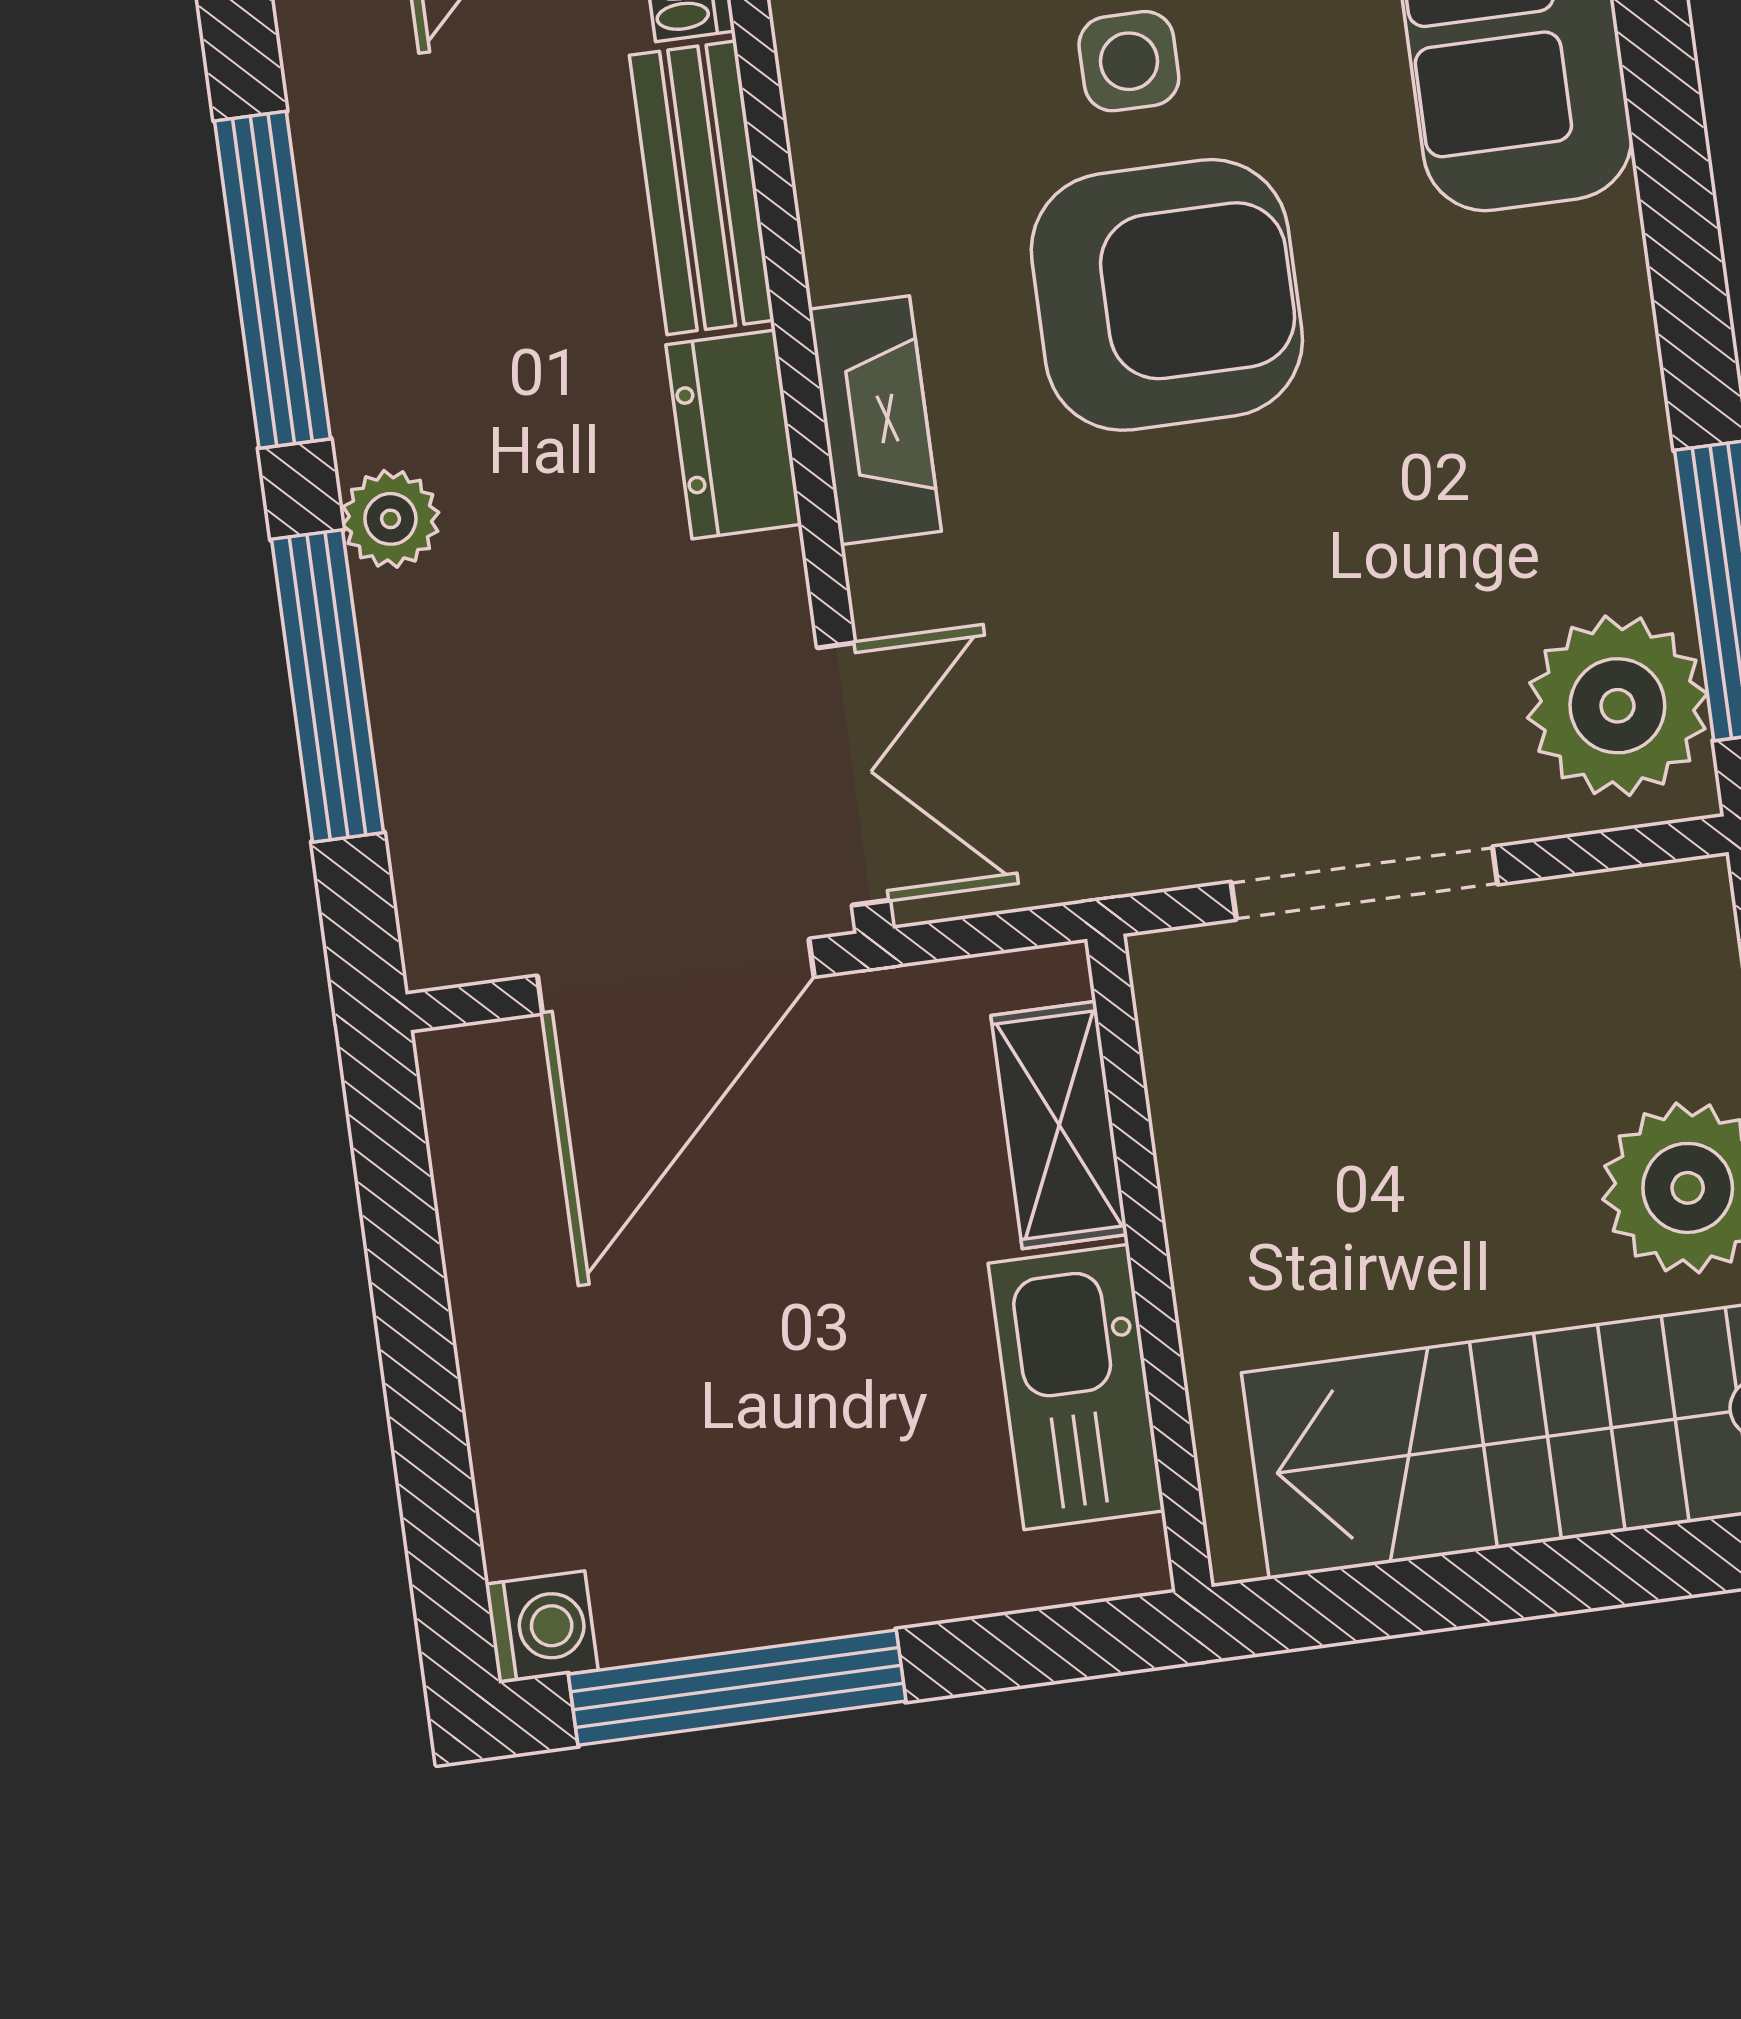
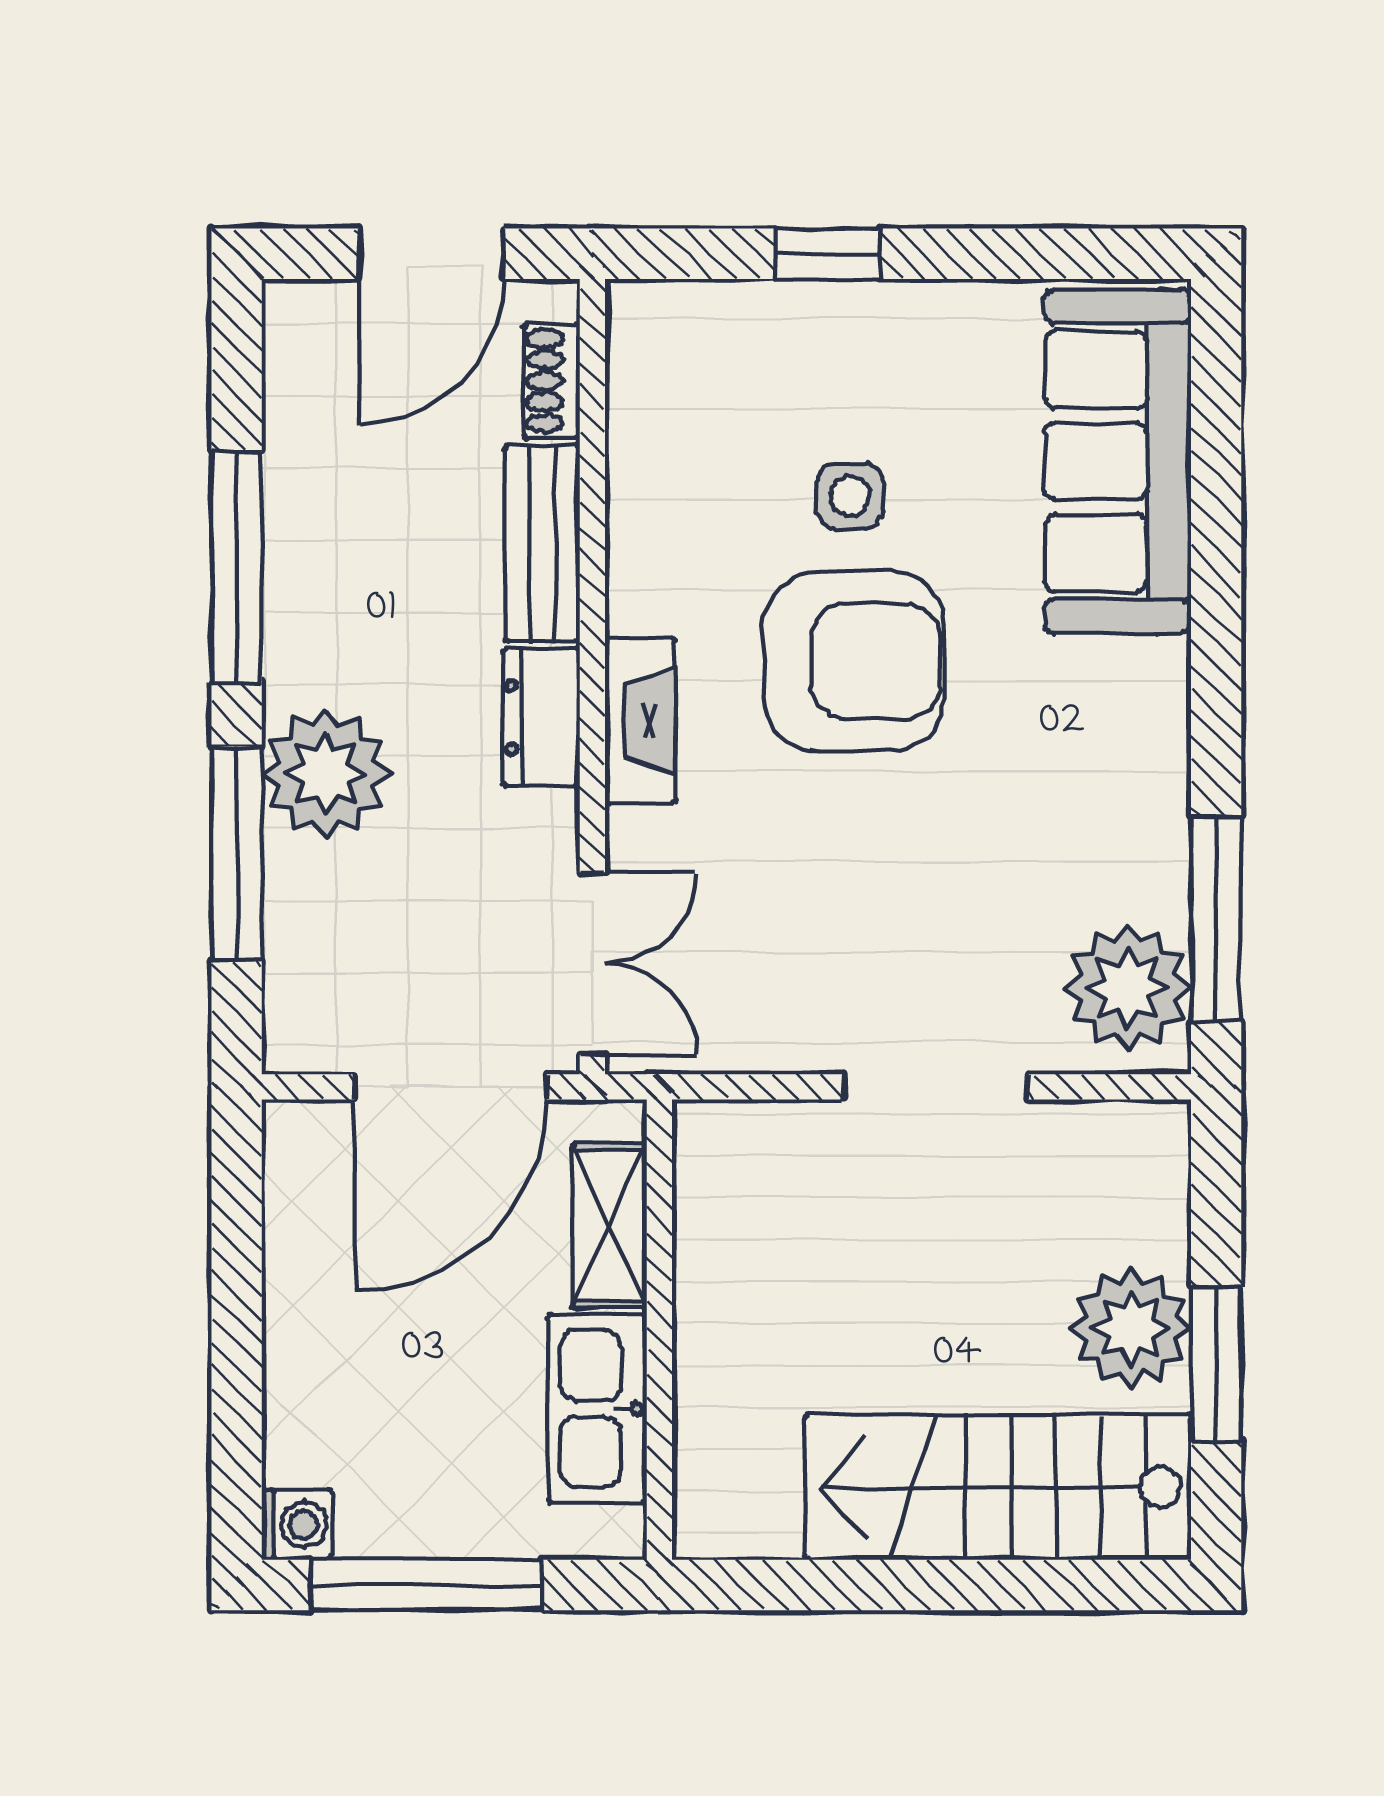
plant: (390, 519) -> (326, 774), width x1.88, depth x1.88
shelving: (1059, 1125) -> (610, 1226), moved
wall: (1149, 1263) -> (659, 1330), moved
kitchen sink: (1076, 1387) -> (597, 1409), moved

